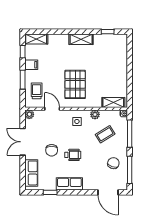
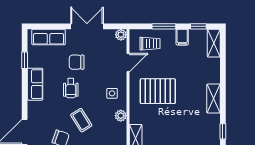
coffee table: (105, 134) -> (81, 120), moved

